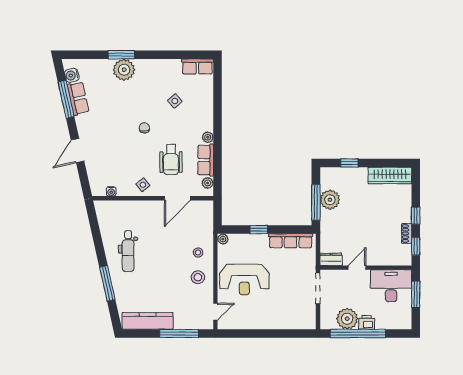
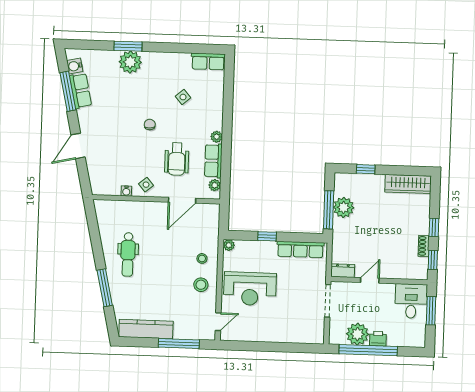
water cooler: (111, 191) -> (126, 191), moved
desk: (391, 286) -> (411, 301), width x0.73

